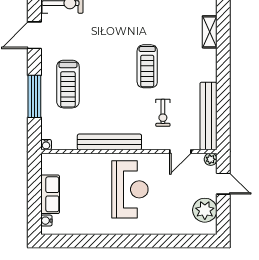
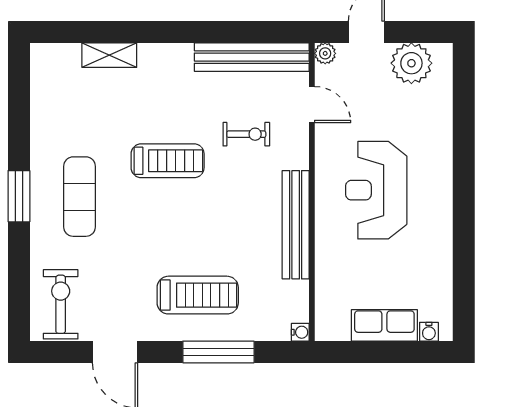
exercise mat: (126, 14) -> (80, 197), added
reception desk: (130, 189) -> (376, 190), turned -90

